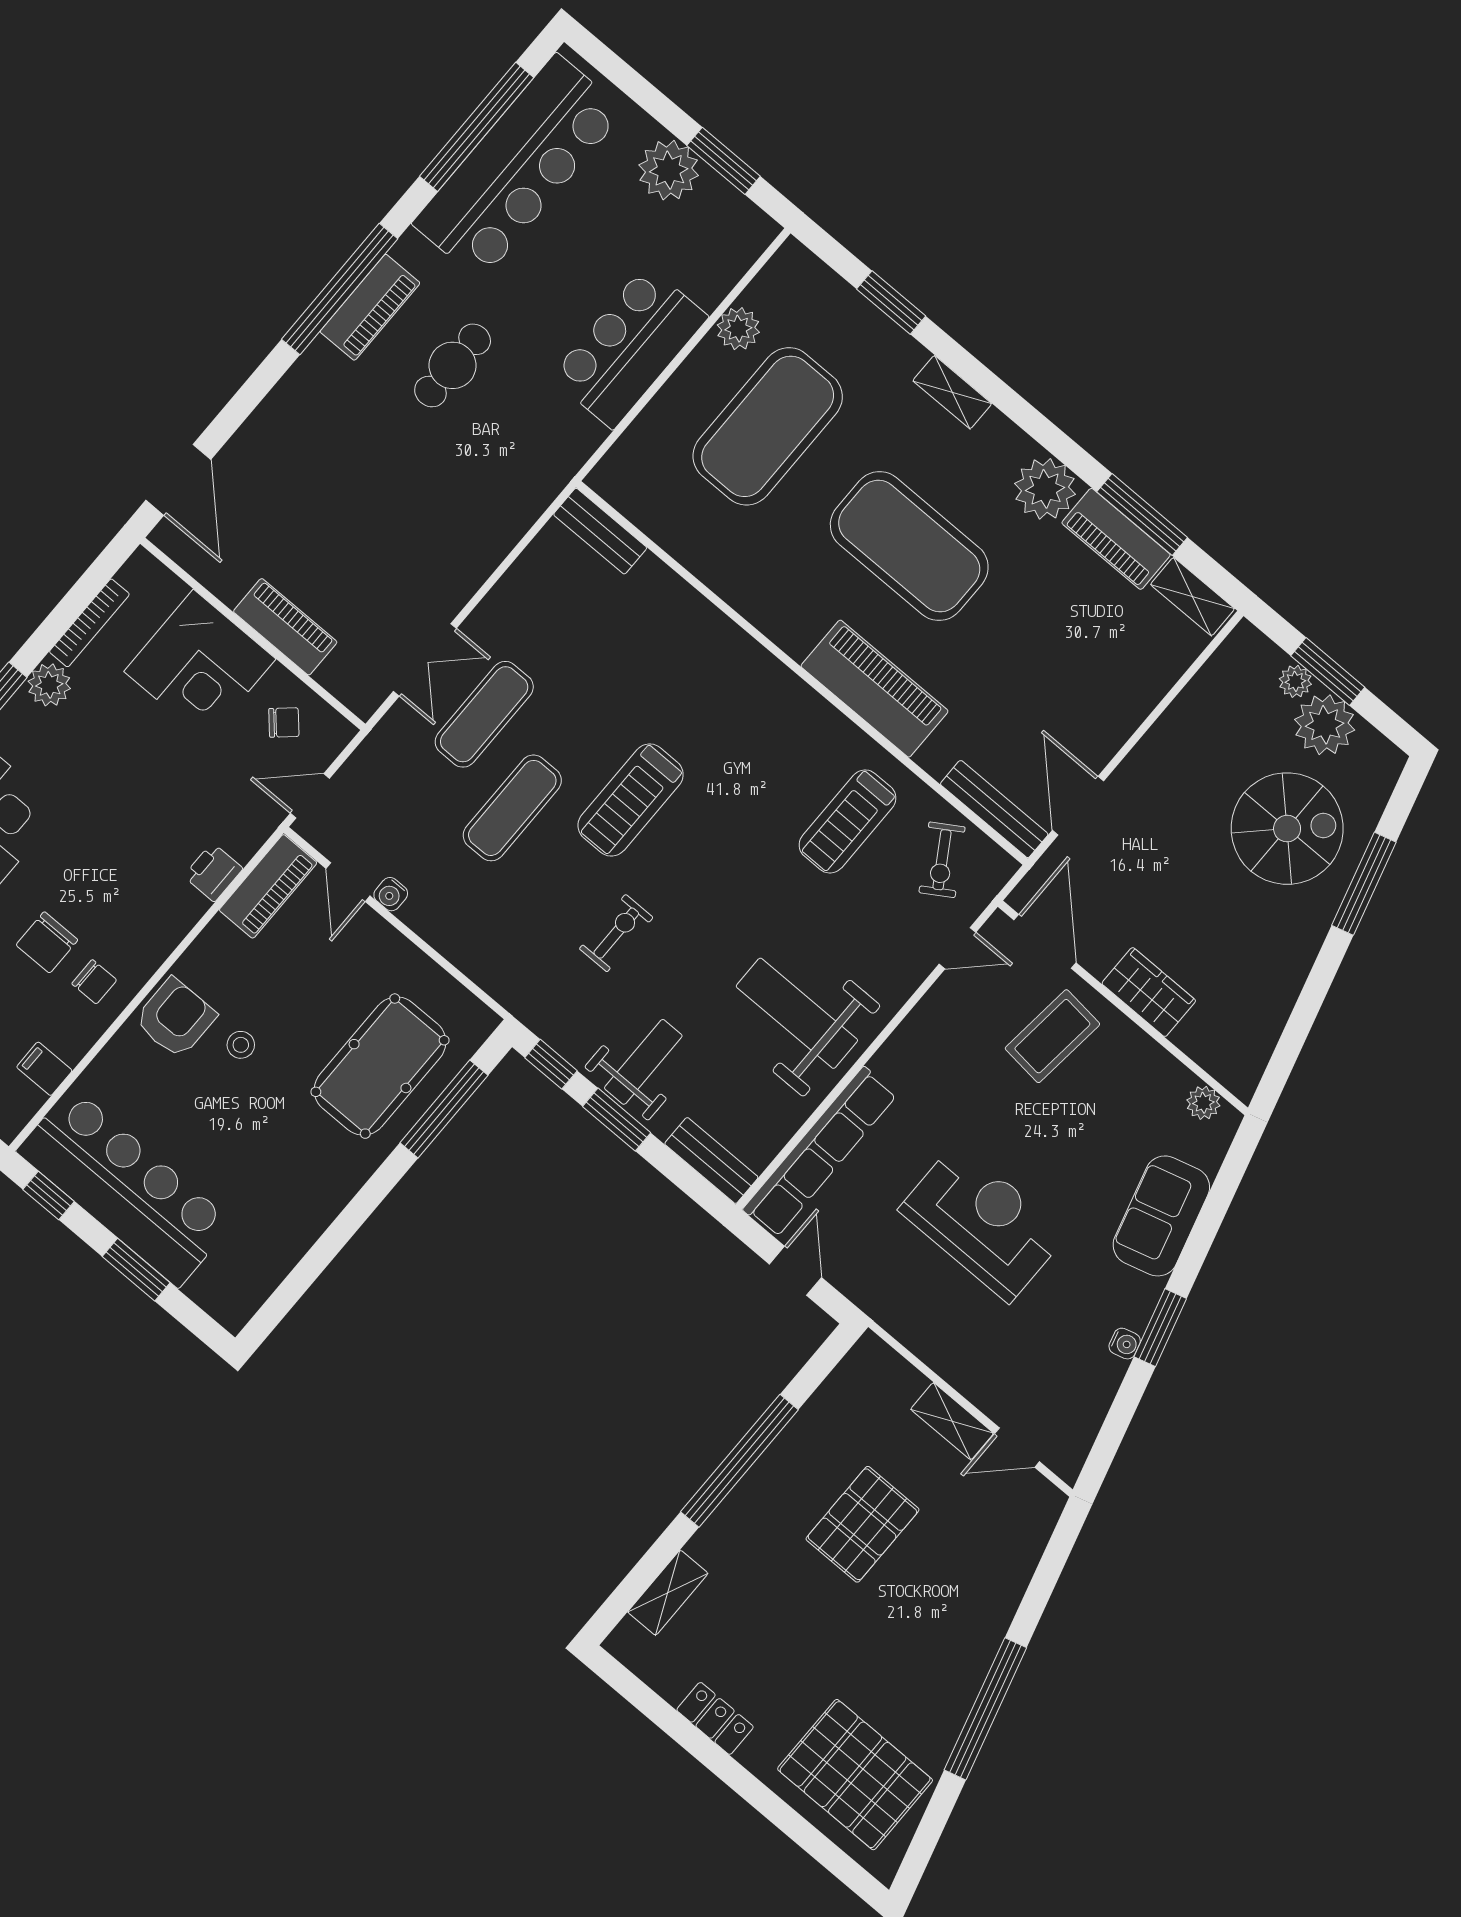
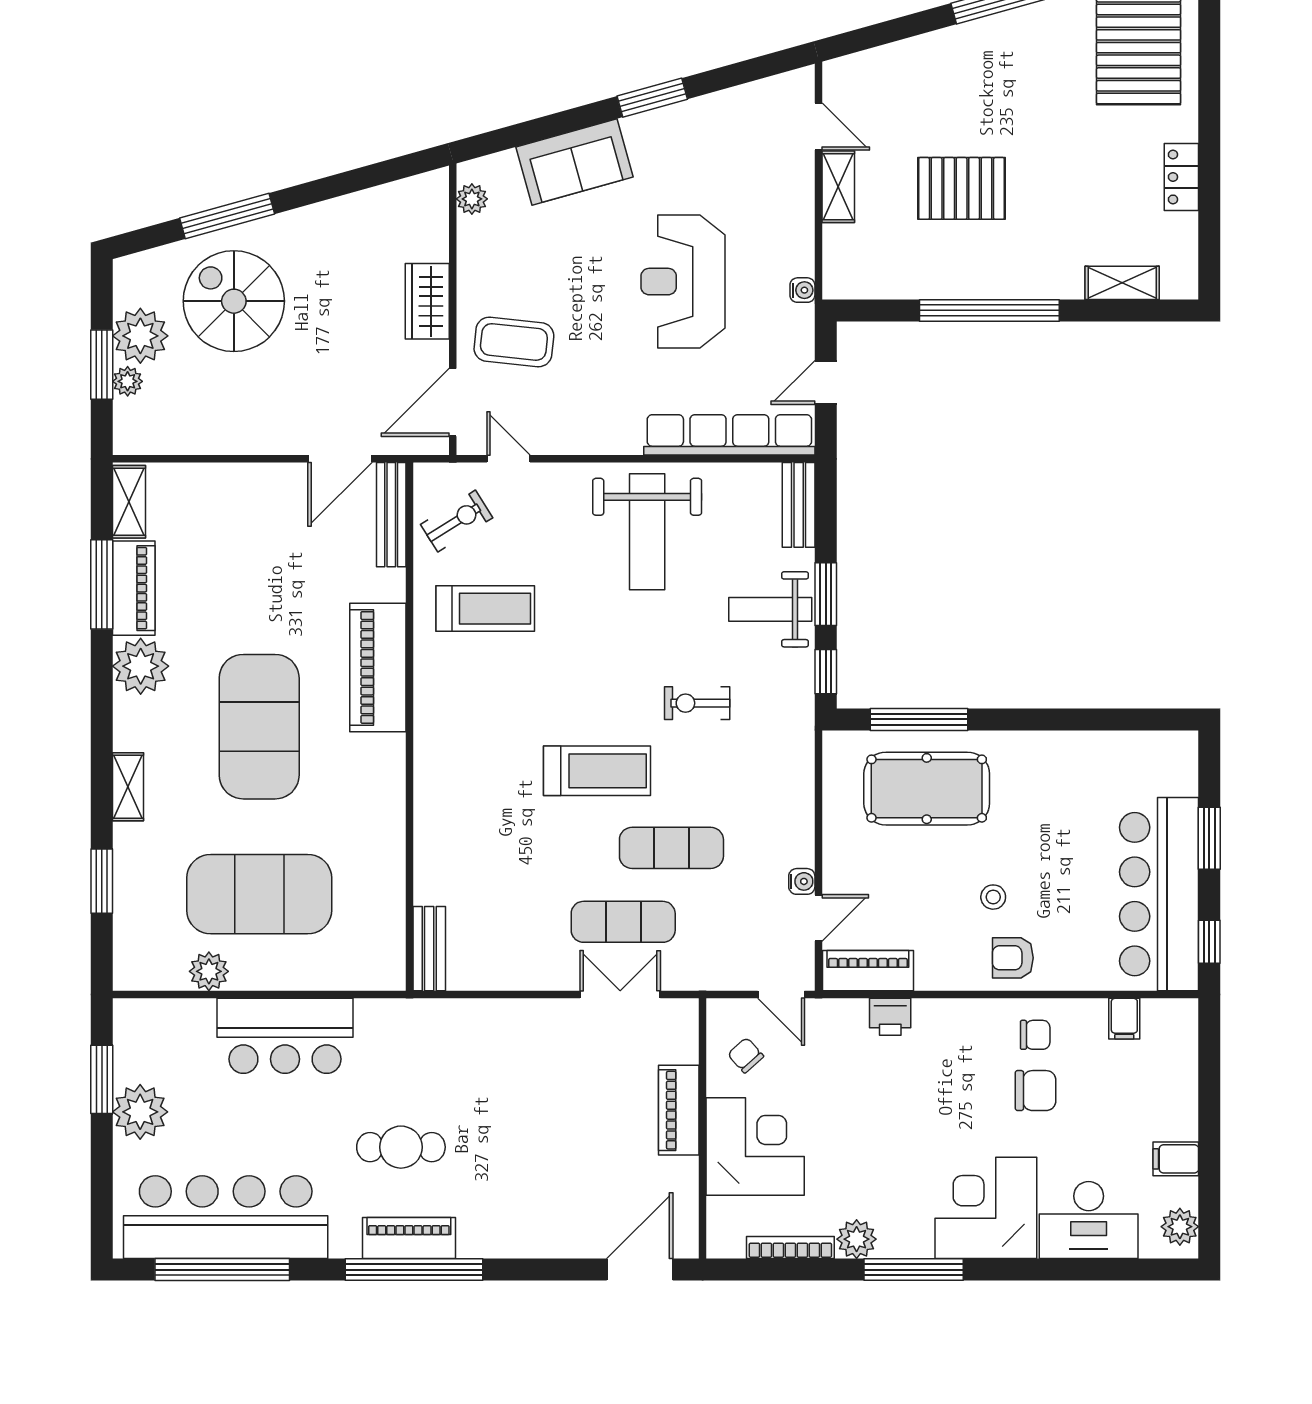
chair: (94, 982) -> (1035, 1035), turned 90
armchair: (175, 1018) -> (1013, 958), width x0.72, depth x0.72
water cooler: (1125, 1344) -> (802, 290), moved, turned 106

